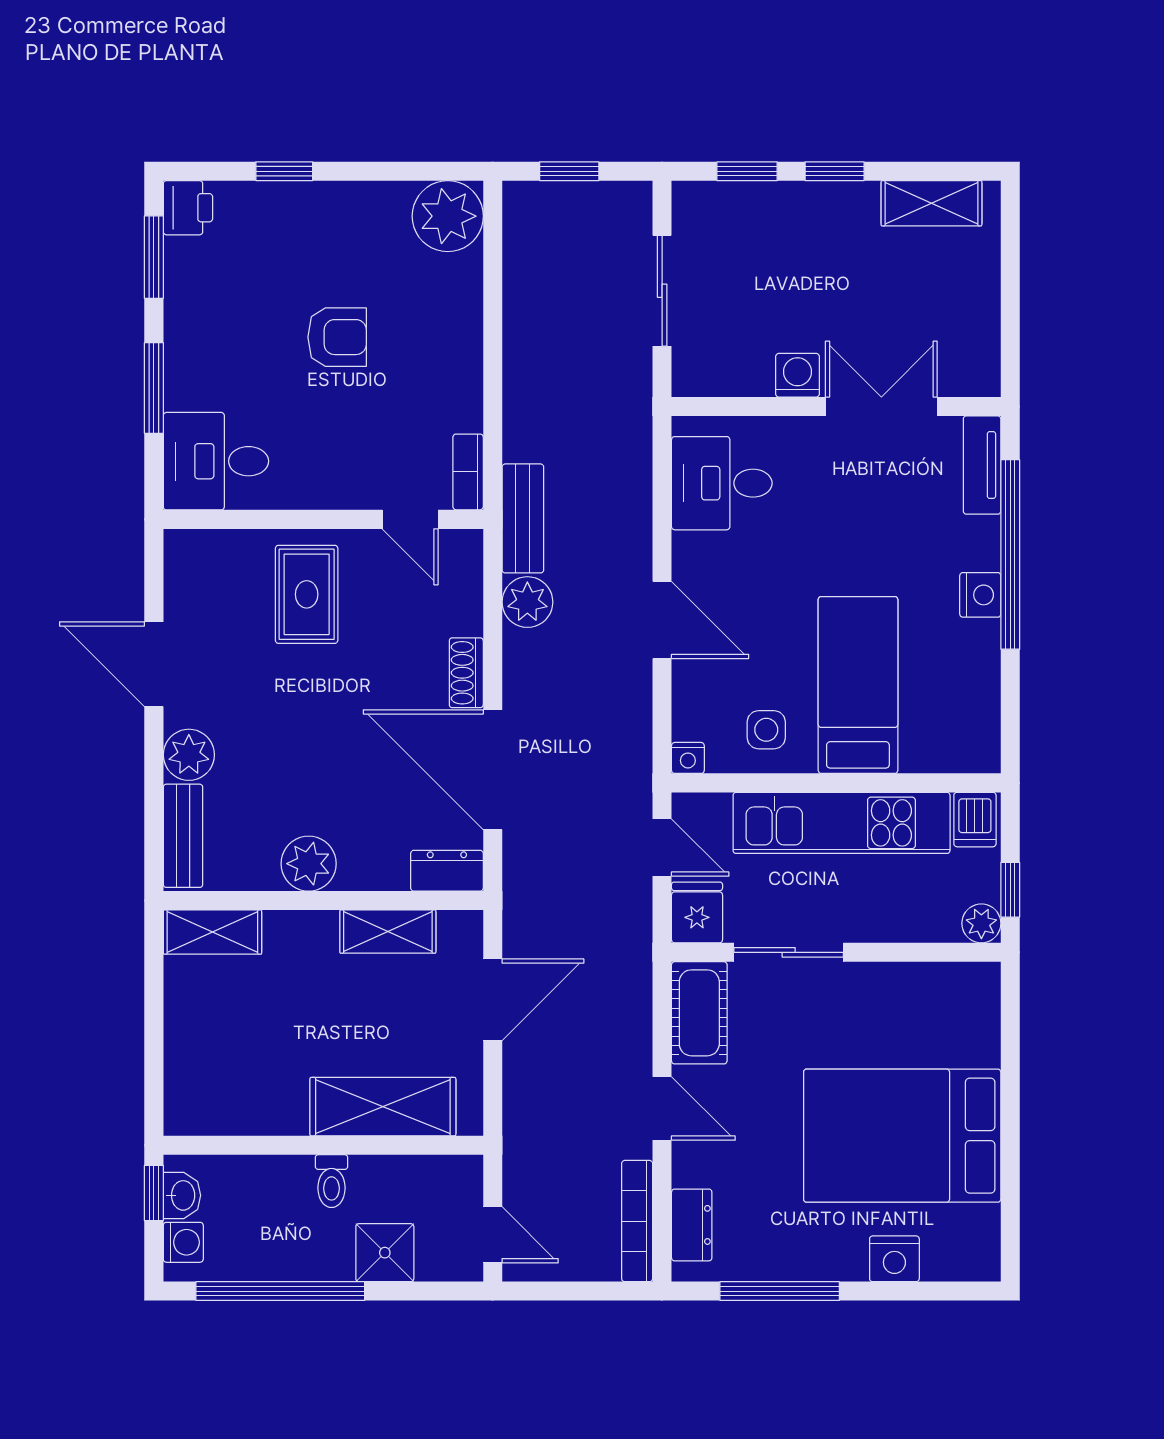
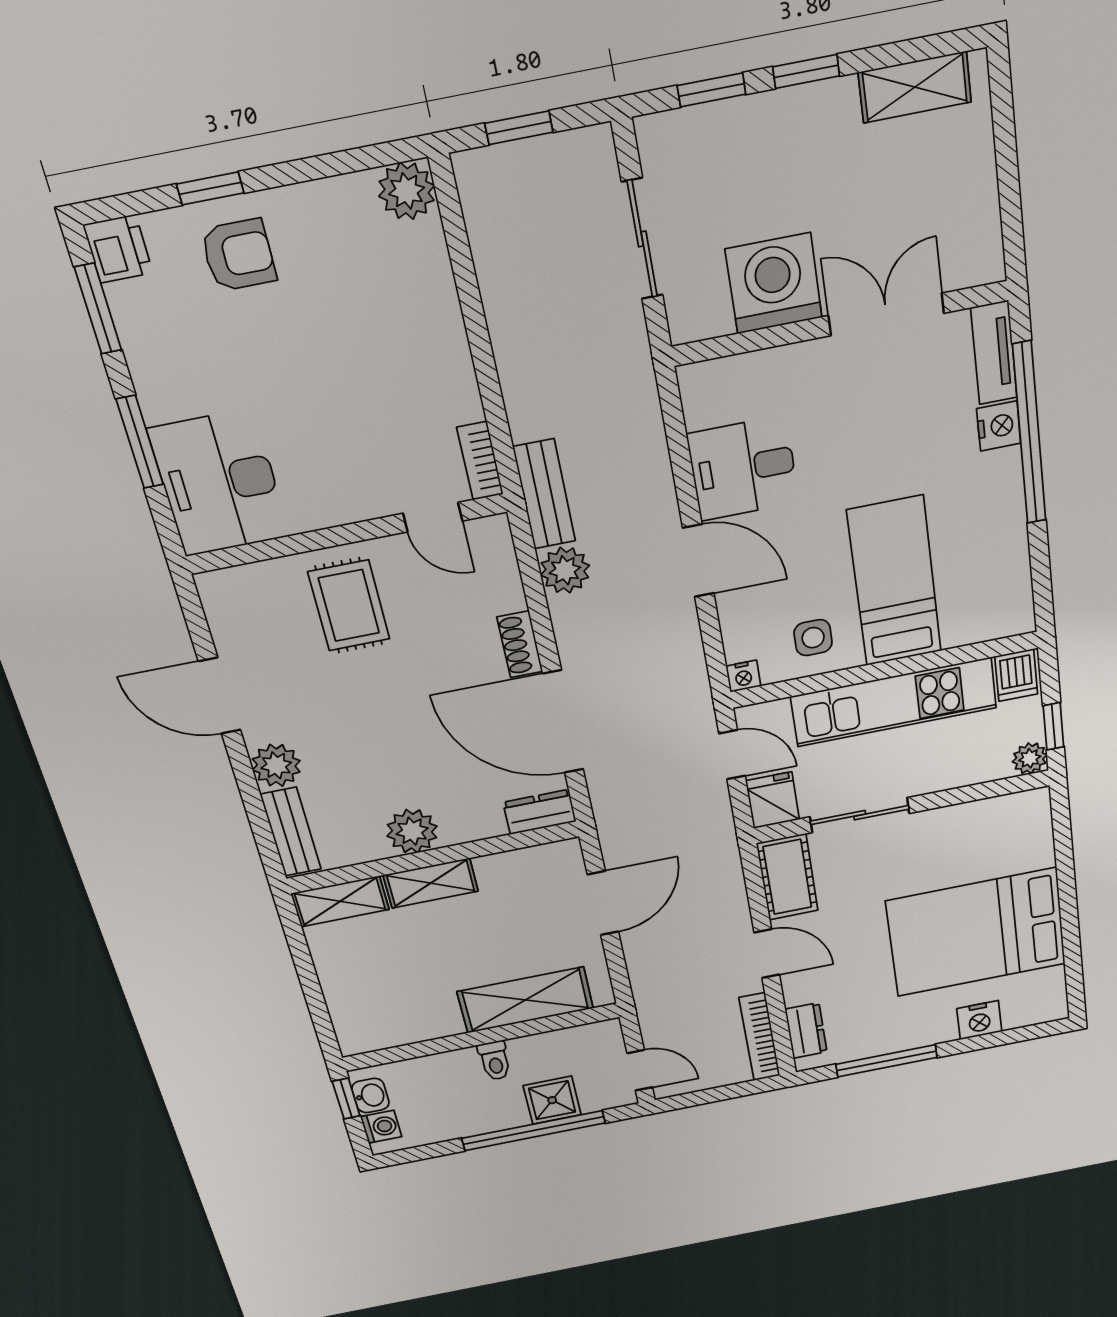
plant: (448, 216) -> (407, 191), width x0.73, depth x0.73
armchair: (337, 337) -> (239, 255), moved
washing machine: (798, 375) -> (774, 283), width x1.89, depth x1.89
desk: (216, 461) -> (219, 483), width x1.37
desk: (722, 483) -> (743, 468), moved
nightstand: (980, 595) -> (999, 426), moved
shelving: (388, 932) -> (431, 883), moved
window: (280, 1291) -> (533, 1131), moved

